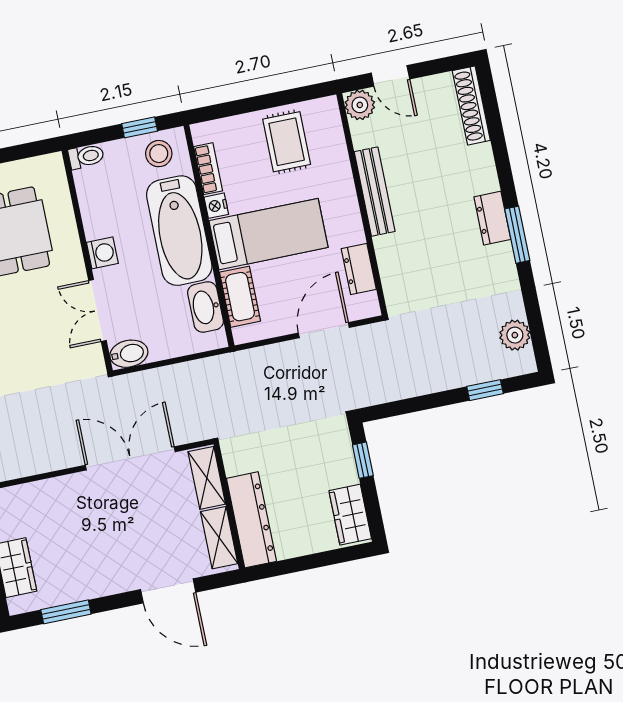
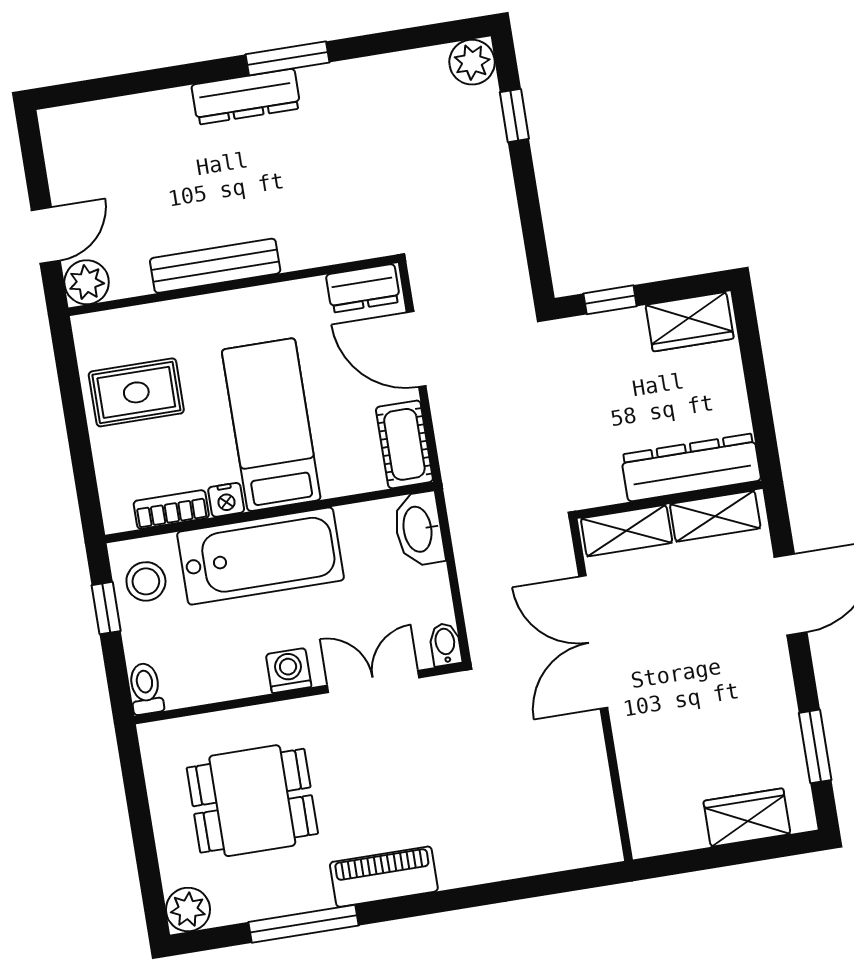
shoe rack: (471, 105) -> (94, 118), removed
dresser: (492, 218) -> (246, 97), width x1.44
dresser: (359, 269) -> (363, 288), moved
cot: (240, 297) -> (404, 444), moved, turned 90
washbasin: (205, 307) -> (419, 529), moved, turned 90
double door: (97, 311) -> (373, 681), swing flipped
plant: (515, 335) -> (472, 62), moved
bidet: (129, 354) -> (445, 644), width x0.72, depth x0.74

